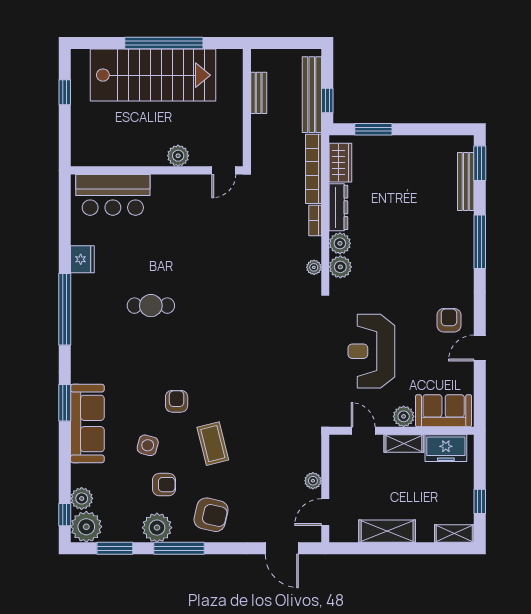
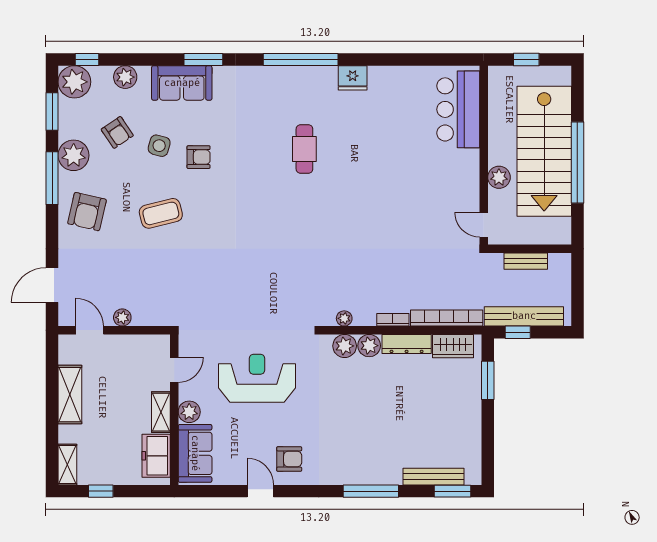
plant: (178, 156) -> (499, 177), moved
wall: (157, 170) -> (484, 155), moved
door: (224, 170) -> (484, 225), moved
bar counter: (113, 195) -> (458, 109), moved
armchair: (177, 401) -> (199, 157), moved
sofa: (87, 423) -> (182, 83), width x0.73
armchair: (164, 485) -> (117, 132), moved, turned -34
plant: (82, 498) -> (125, 77), moved

